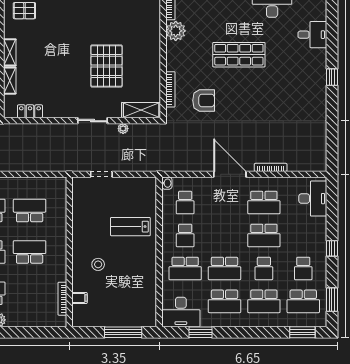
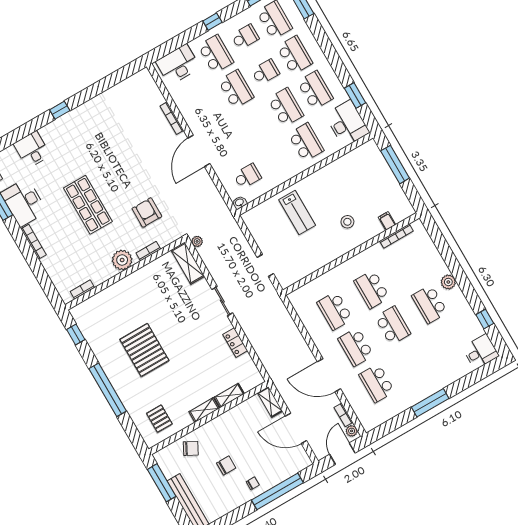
plant: (176, 31) -> (122, 260), moved
pallet: (106, 66) -> (144, 350), moved, turned 90
bookcase: (170, 89) -> (148, 251), width x0.64
locker: (30, 111) -> (235, 343), moved
plant: (123, 129) -> (197, 241), moved
school desk: (264, 202) -> (216, 54), moved
school desk: (185, 235) -> (277, 159), removed

